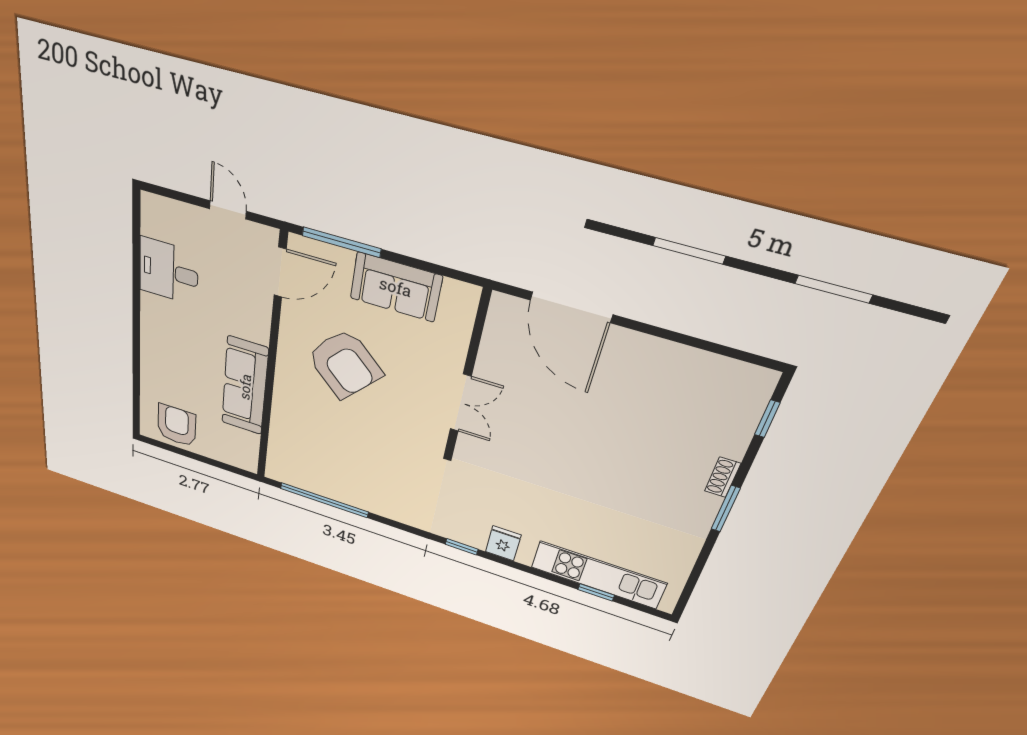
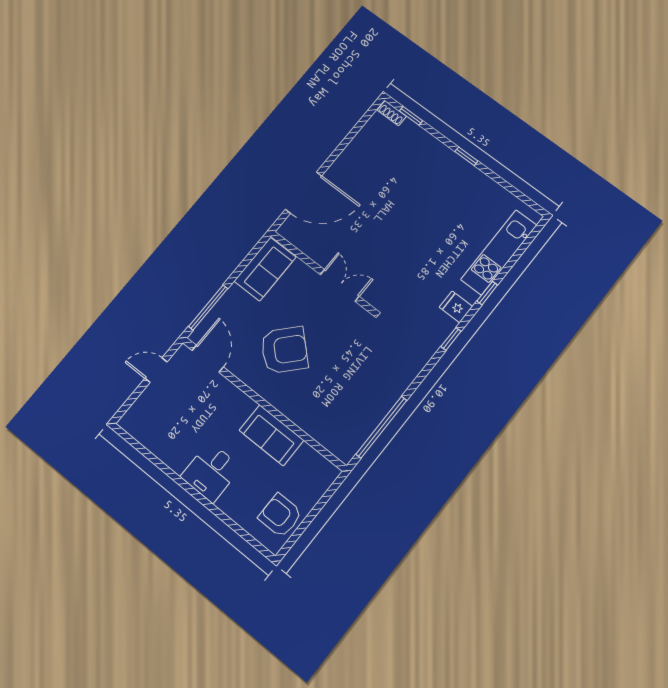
desk: (169, 271) -> (211, 472), moved
sofa: (396, 287) -> (265, 269), moved
sofa: (245, 386) -> (271, 435), width x0.73
shoe rack: (723, 477) -> (392, 113), moved
window: (726, 509) -> (466, 156), width x0.67
window: (596, 592) -> (487, 293), moved

